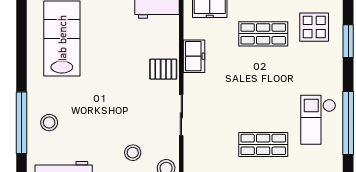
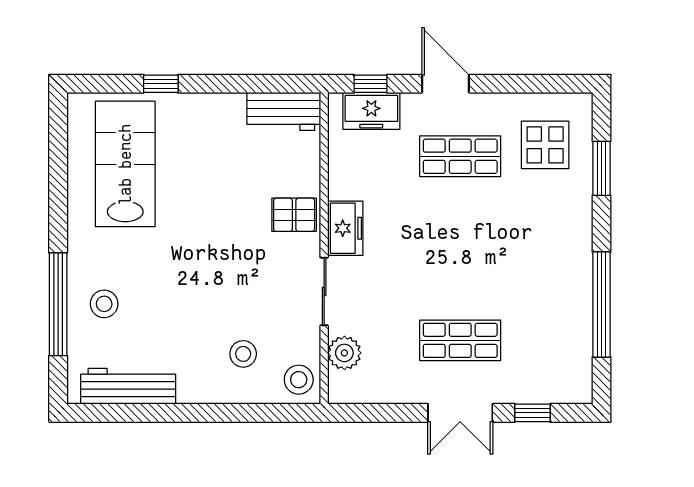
freezer: (194, 56) -> (345, 228), moved
checkout: (318, 120) -> (552, 299), removed
plant: (194, 152) -> (344, 353), added

